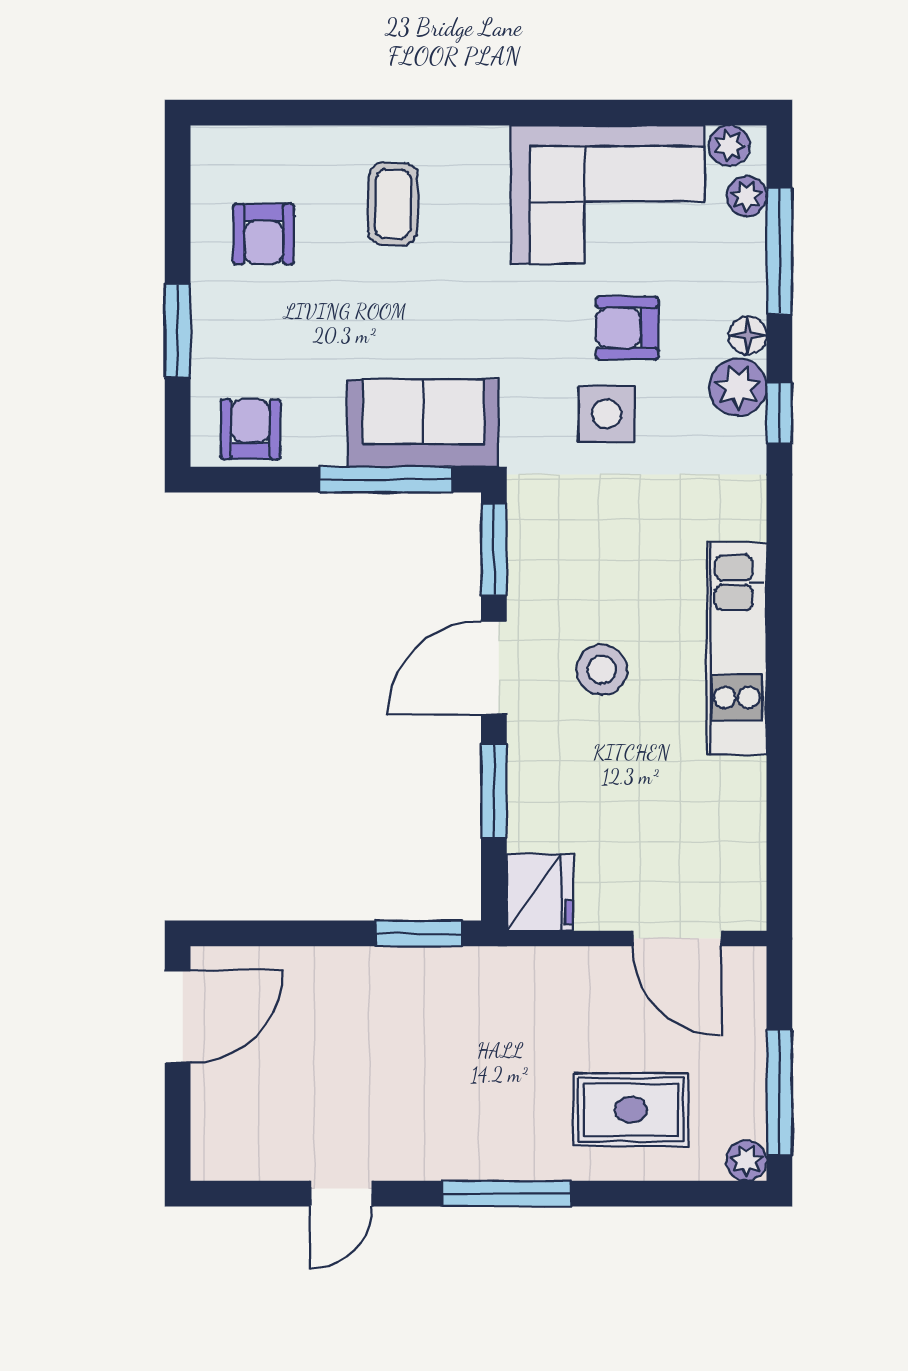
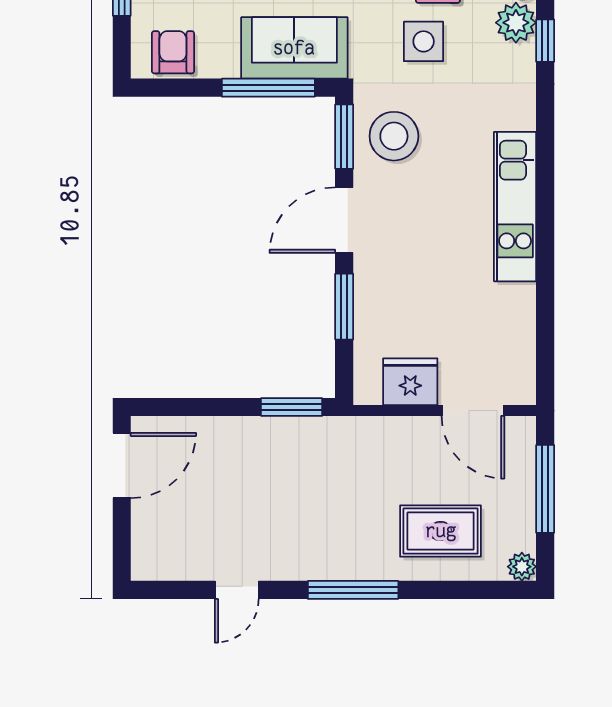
stool: (602, 670) -> (394, 136), moved, width x1.38, depth x1.38
fridge: (540, 892) -> (410, 382), moved, turned -90
window: (779, 1093) -> (545, 489), moved

